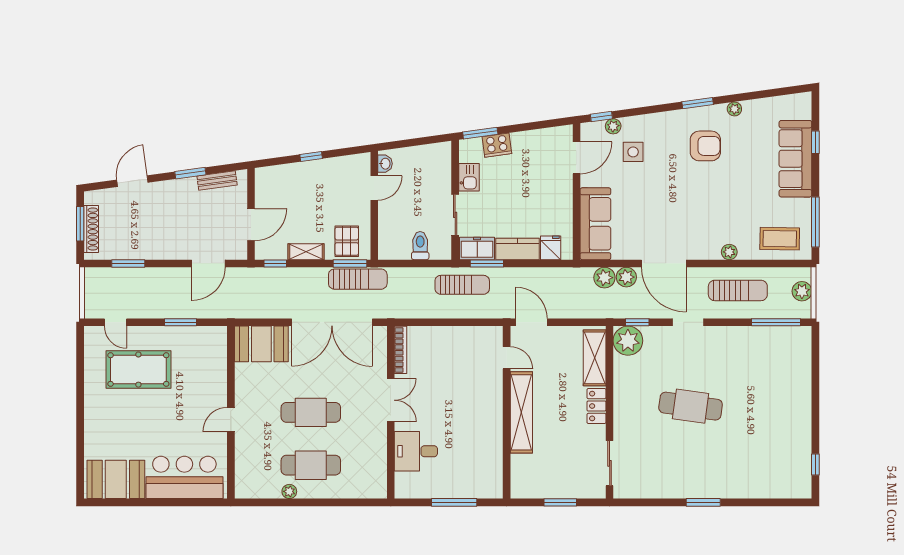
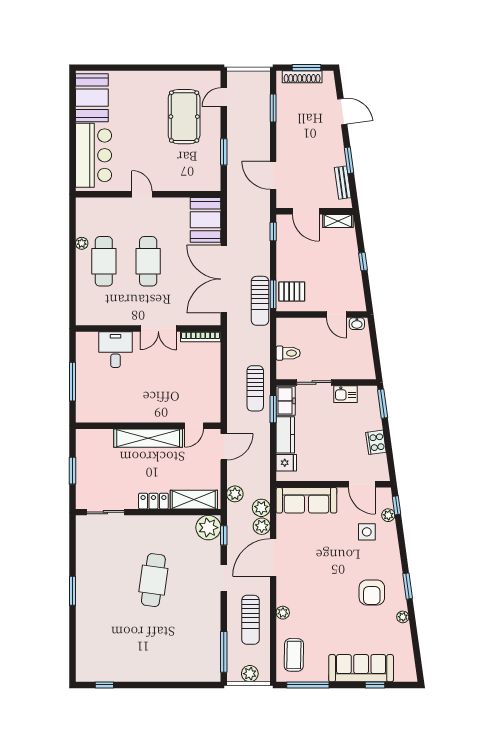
cooker: (497, 145) -> (376, 442), moved
shelving: (306, 252) -> (338, 221), moved, turned 90
plant: (588, 309) -> (235, 494), added

